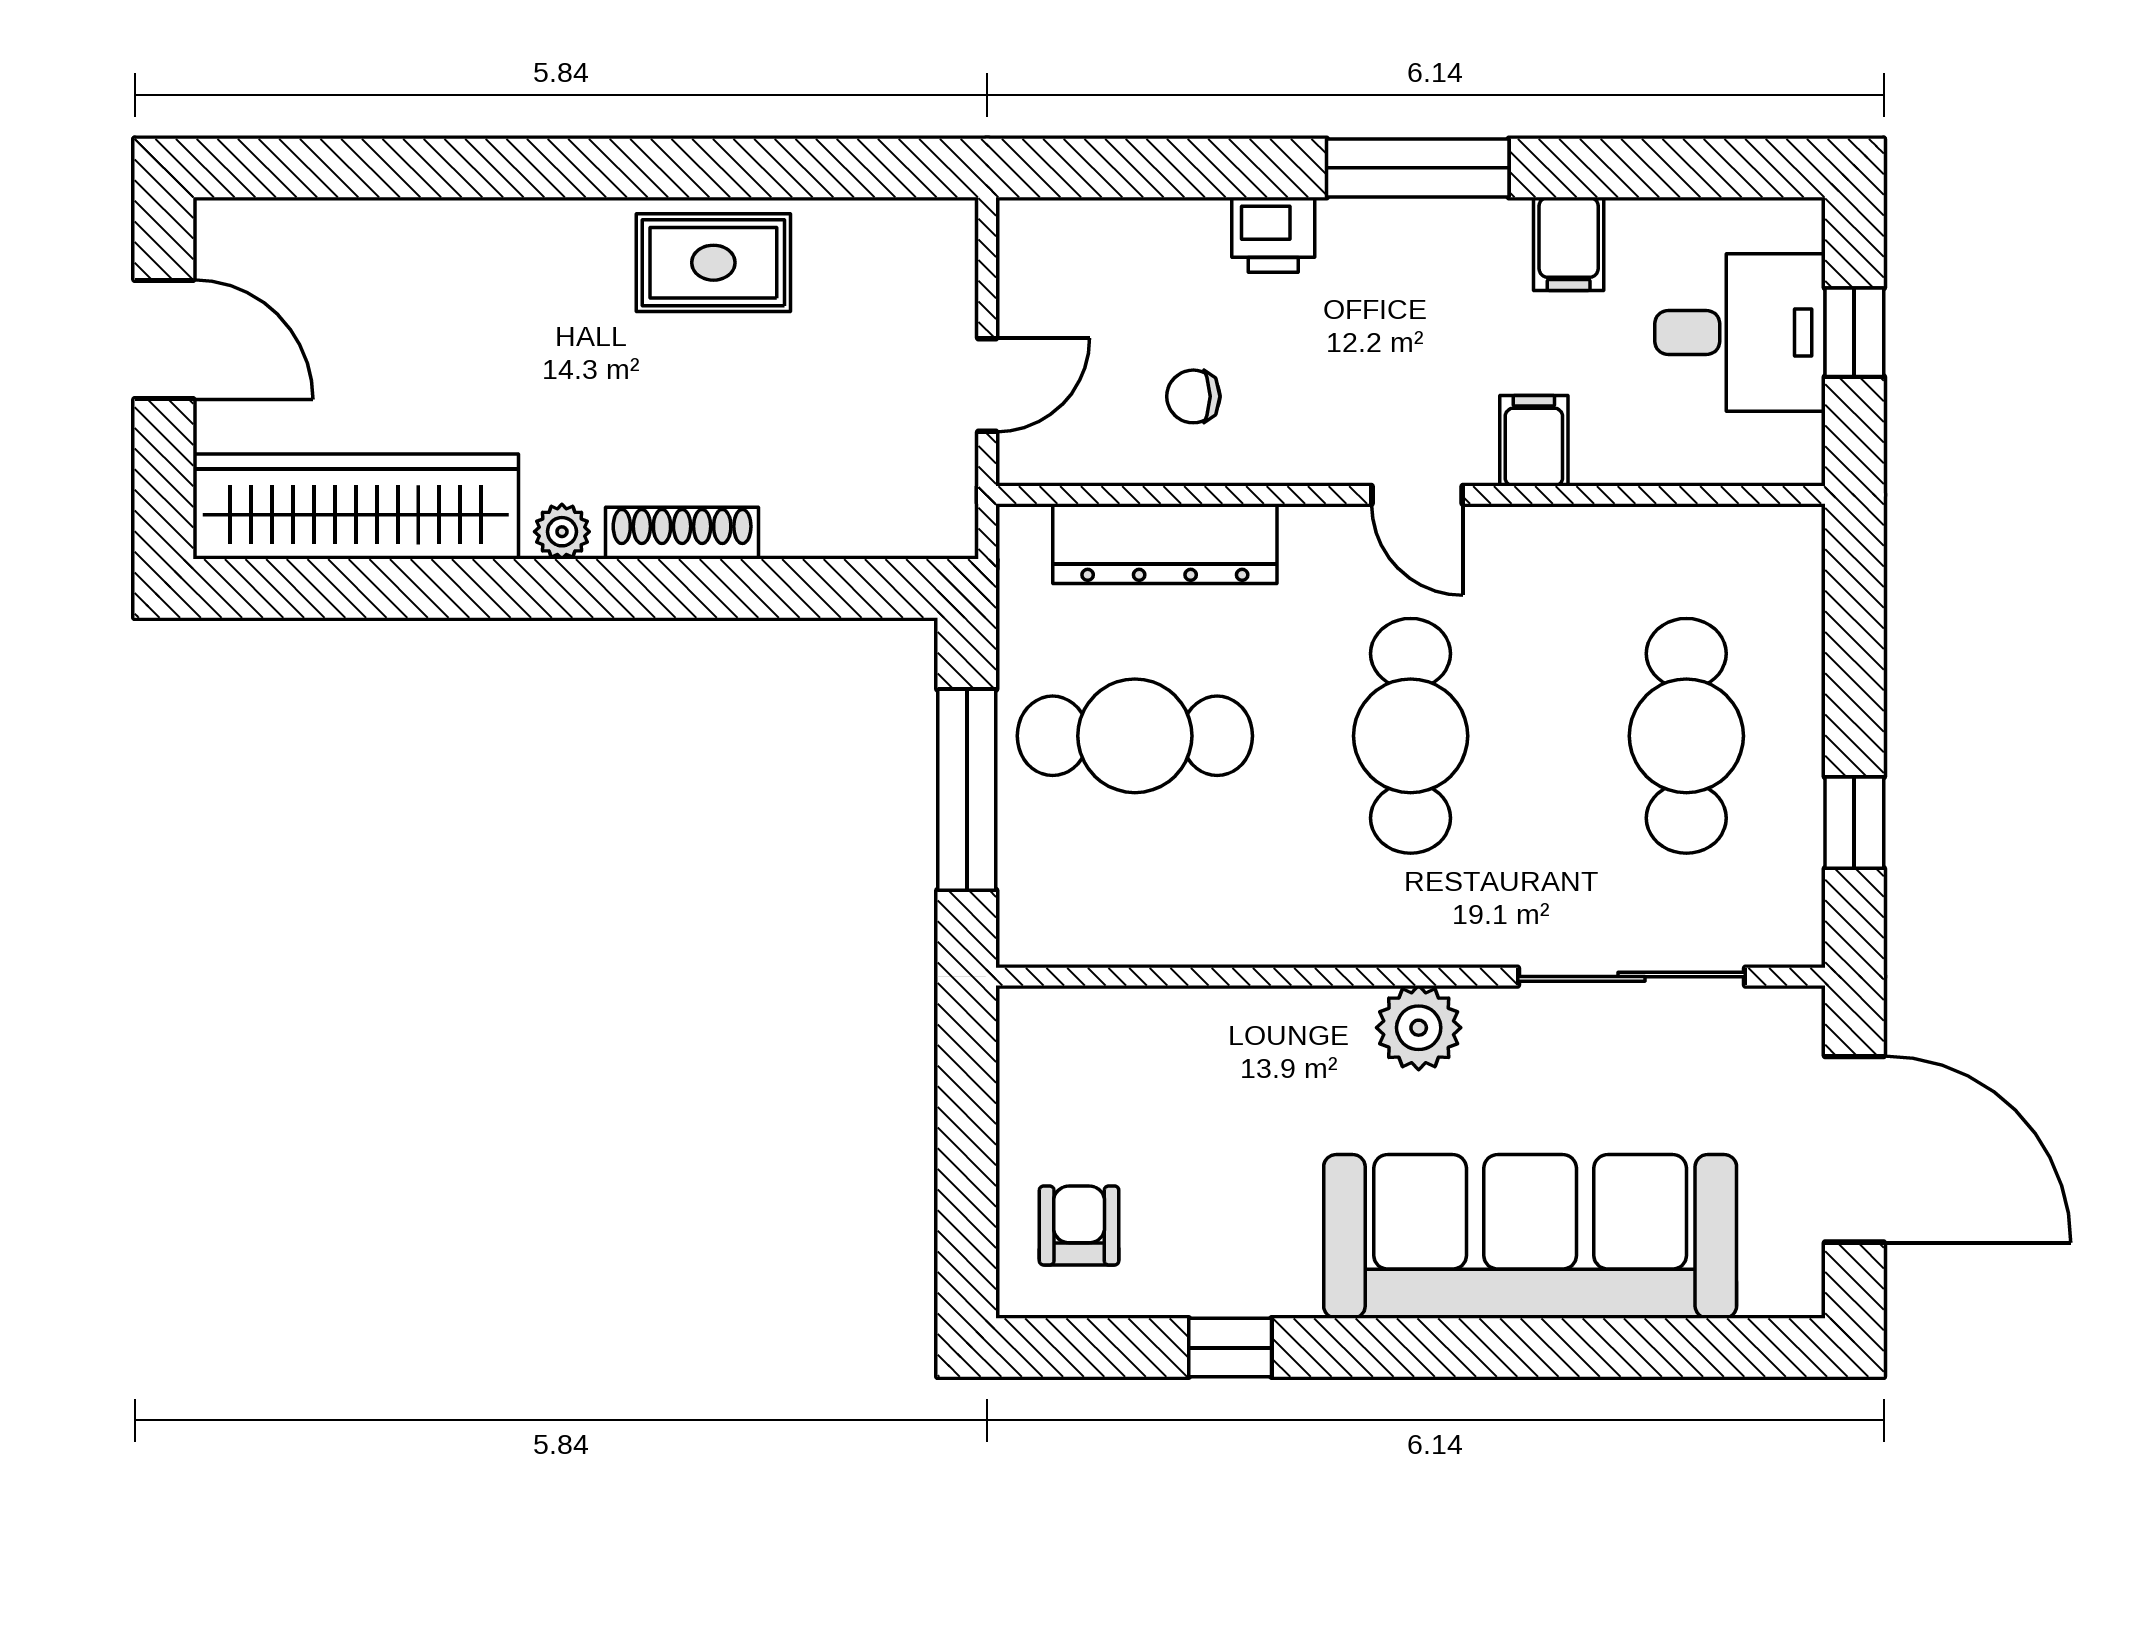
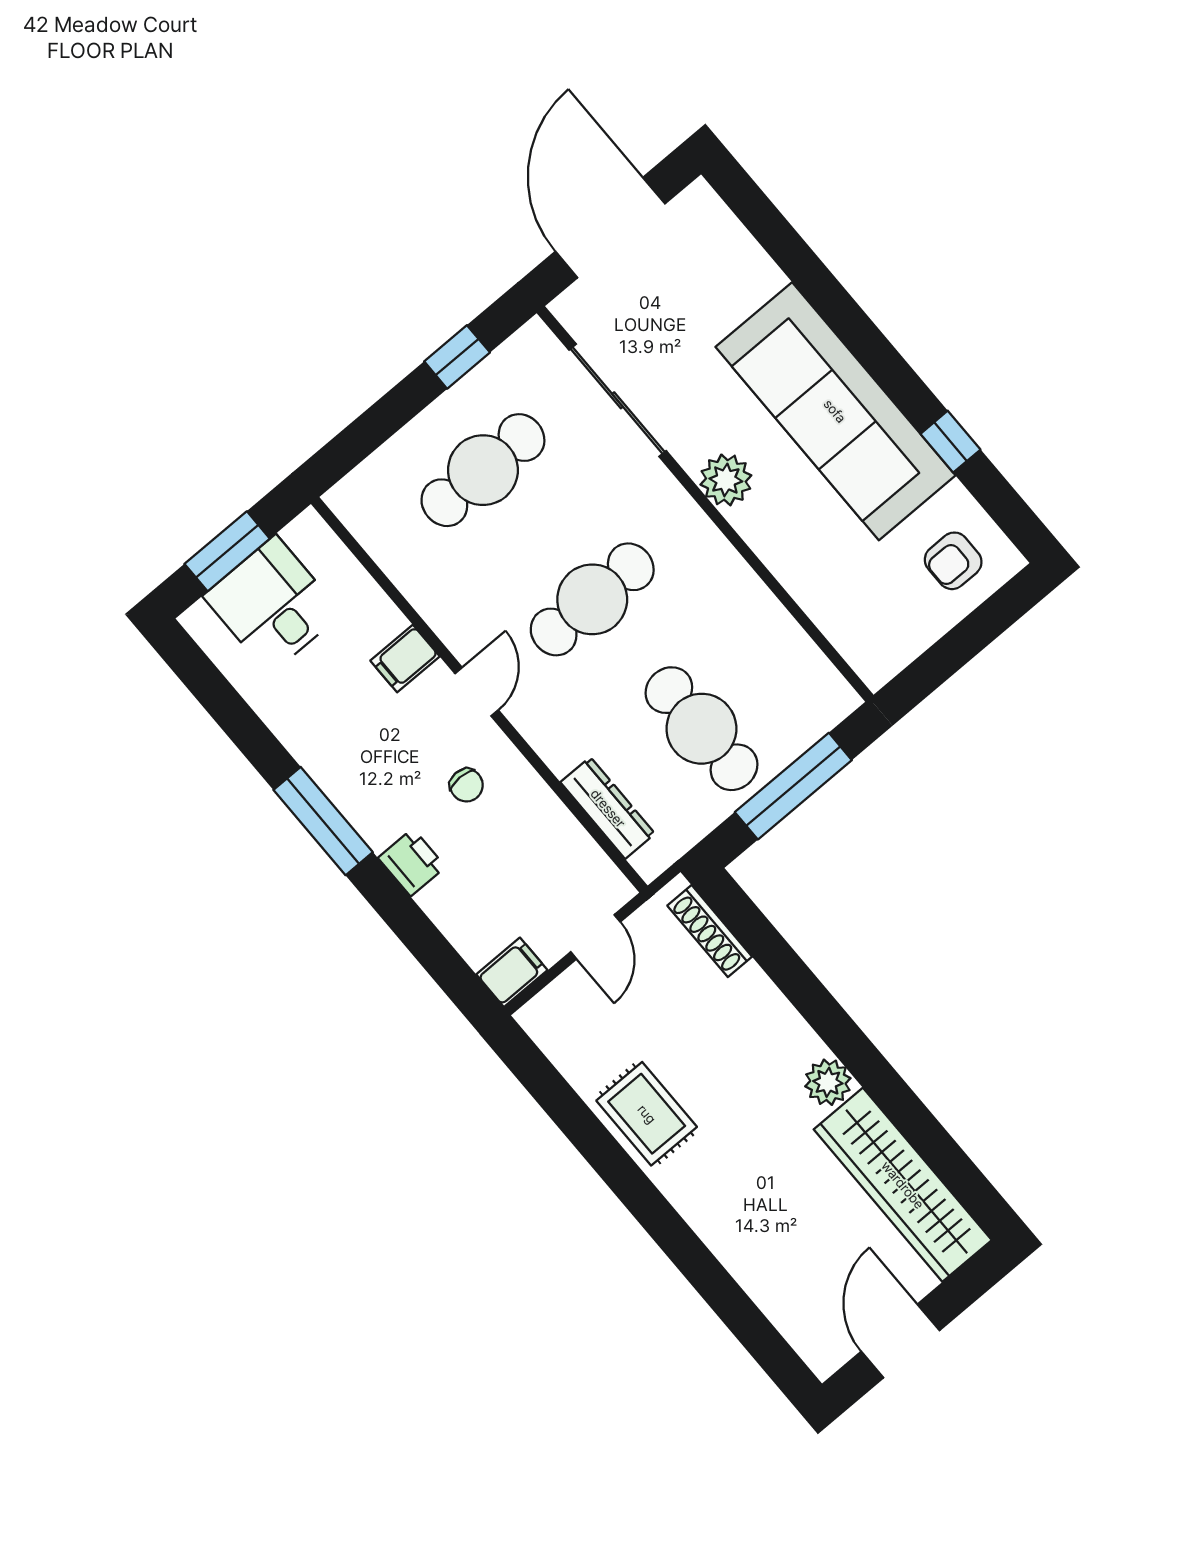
filing cabinet: (1569, 244) -> (512, 972), moved
window: (1854, 332) -> (227, 551), width x1.50
door: (987, 385) -> (595, 937), swing flipped
chair: (1193, 396) -> (466, 785), moved
plant: (562, 532) -> (828, 1082), width x1.38, depth x1.38
shoe rack: (682, 533) -> (710, 931), moved
dresser: (1165, 544) -> (608, 808), width x0.73, depth x0.80
sofa: (1530, 1236) -> (835, 411), moved

